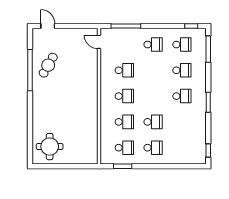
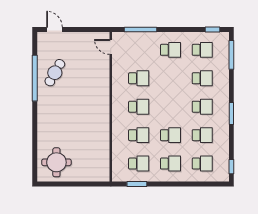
school desk: (182, 122) -> (202, 135), added
school desk: (182, 148) -> (202, 164), added

